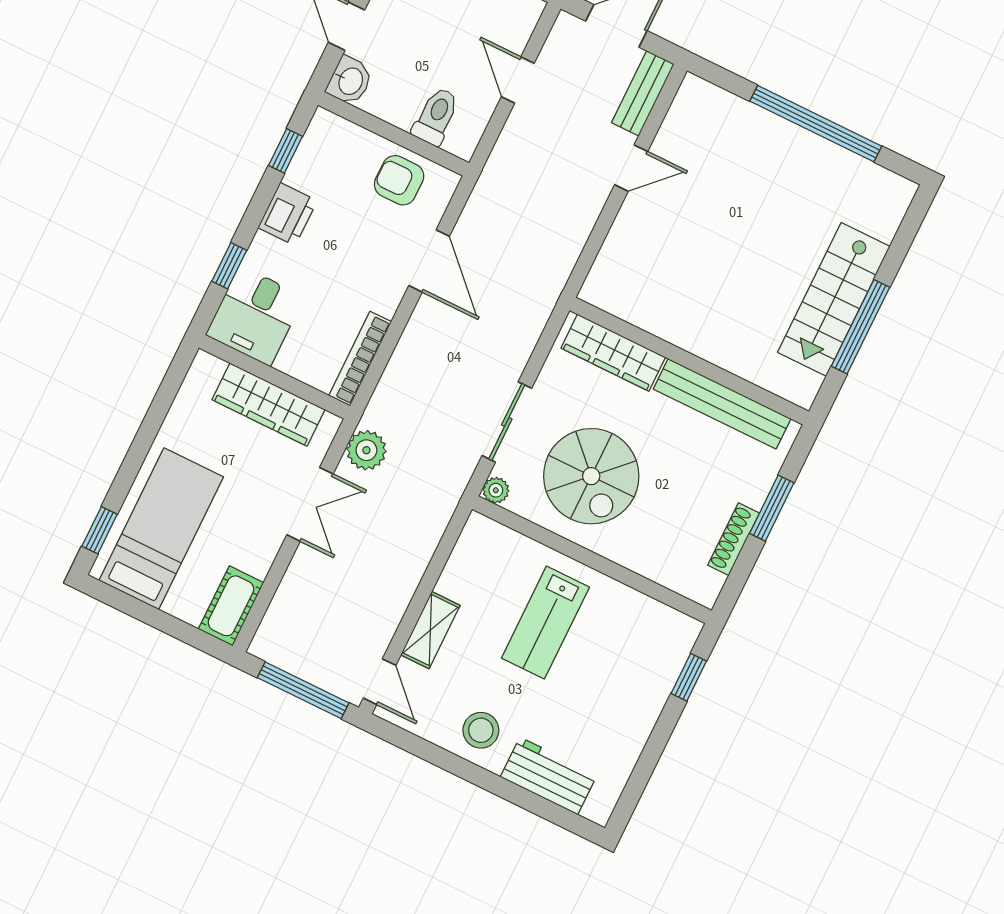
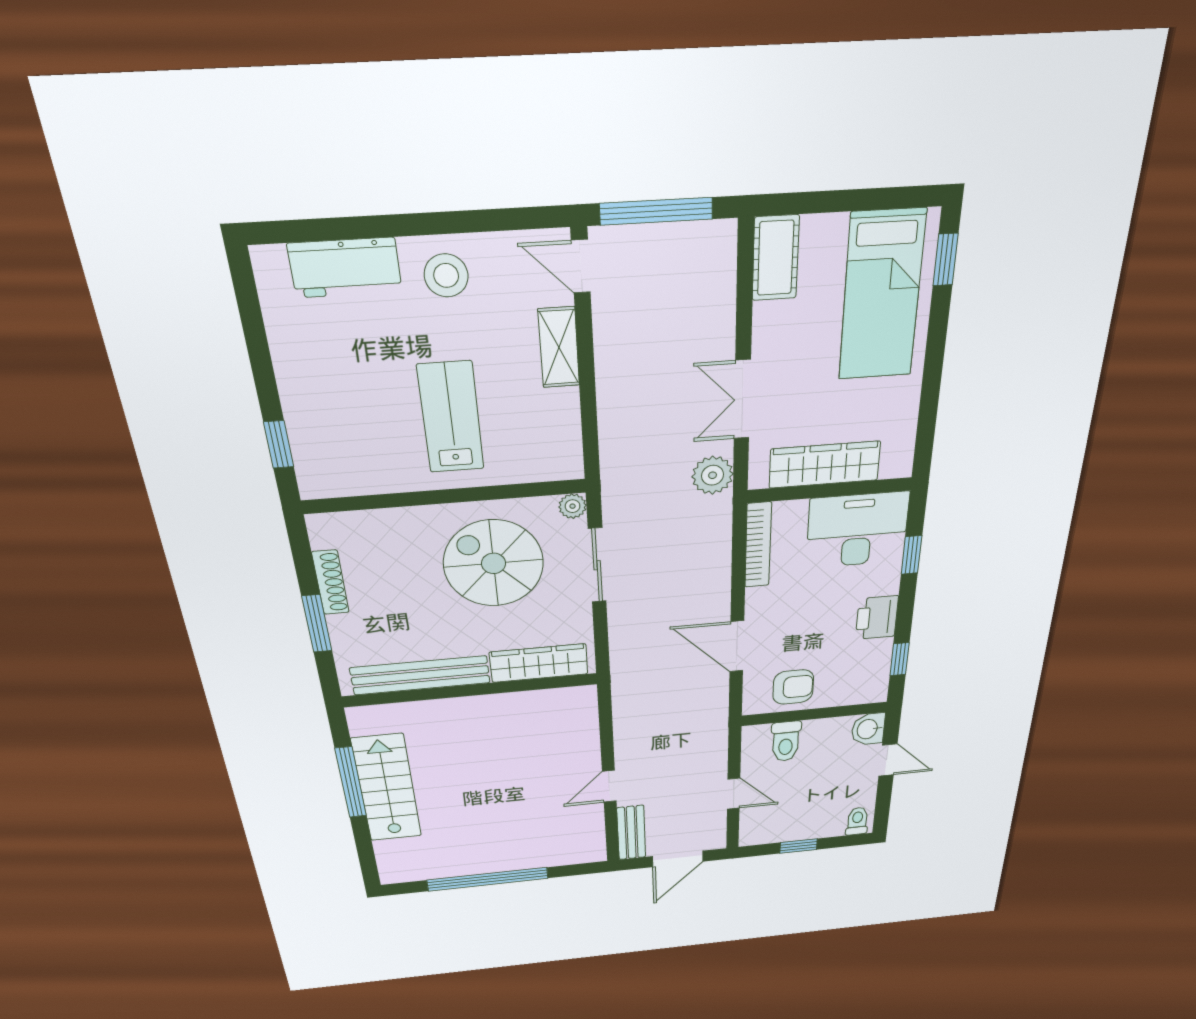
desk: (255, 316) -> (857, 530), width x1.37

